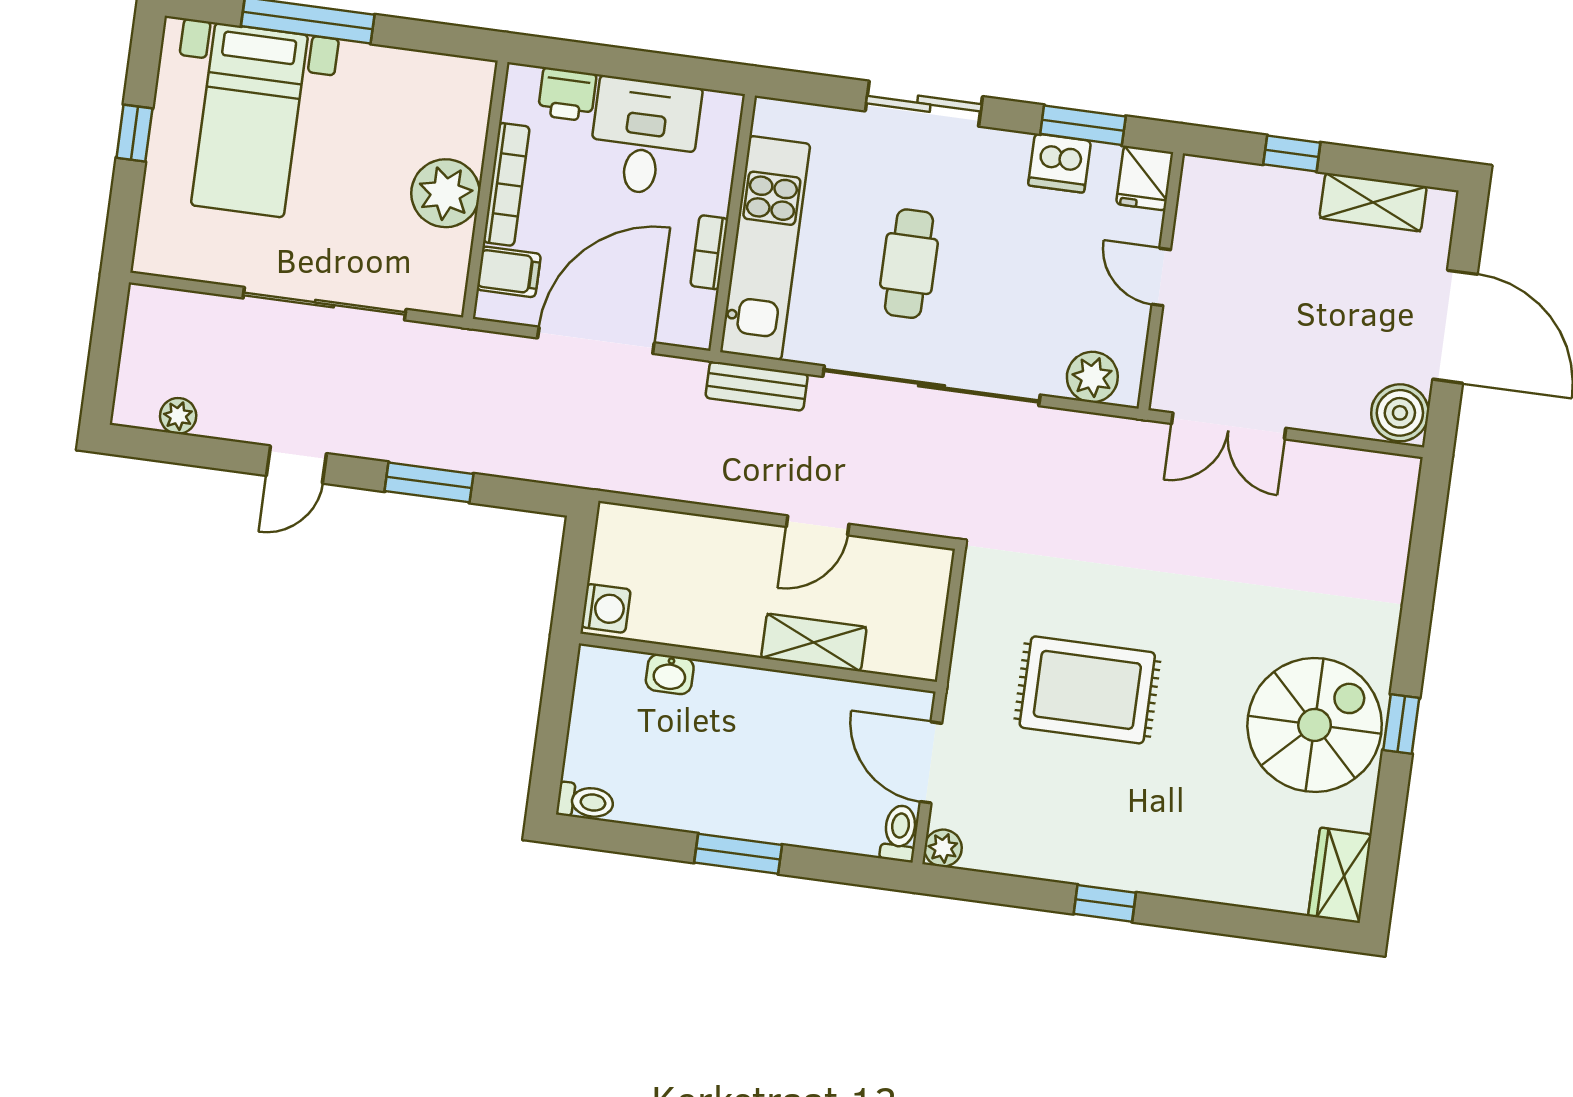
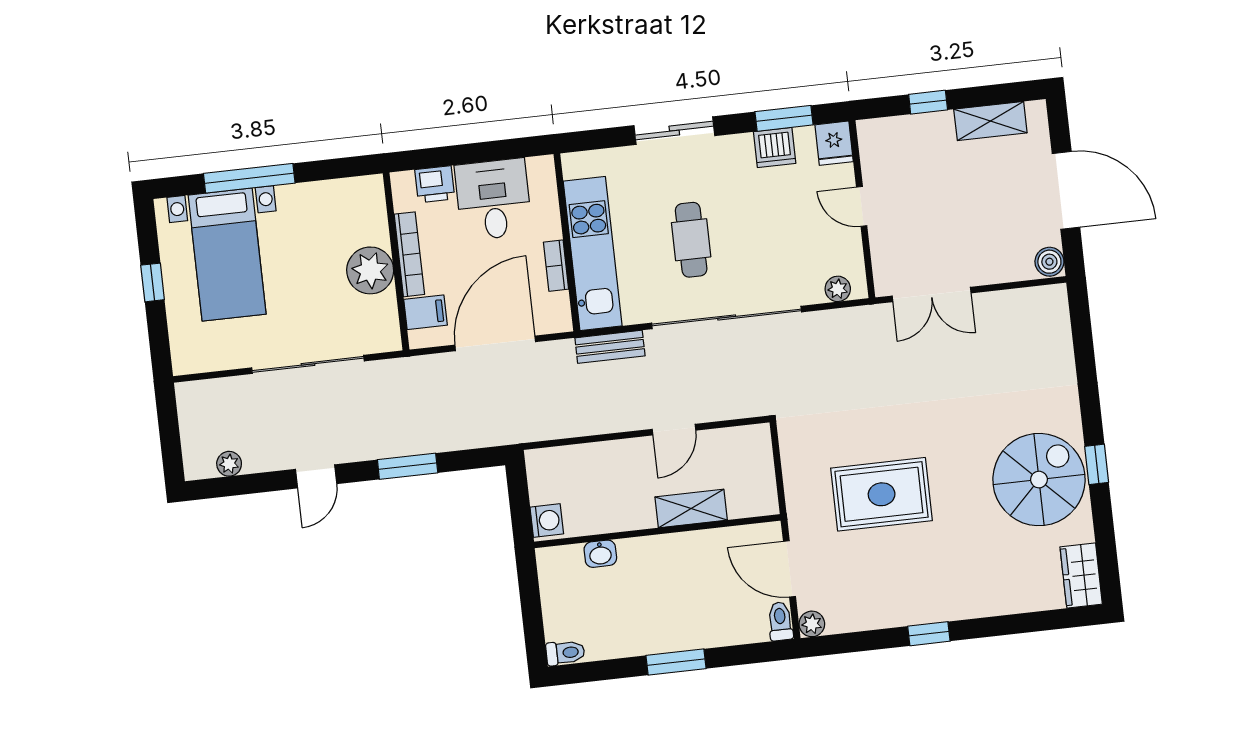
plant: (1092, 377) -> (838, 289), width x0.73, depth x0.73
boiler: (1400, 413) -> (1049, 262), width x0.73, depth x0.73

